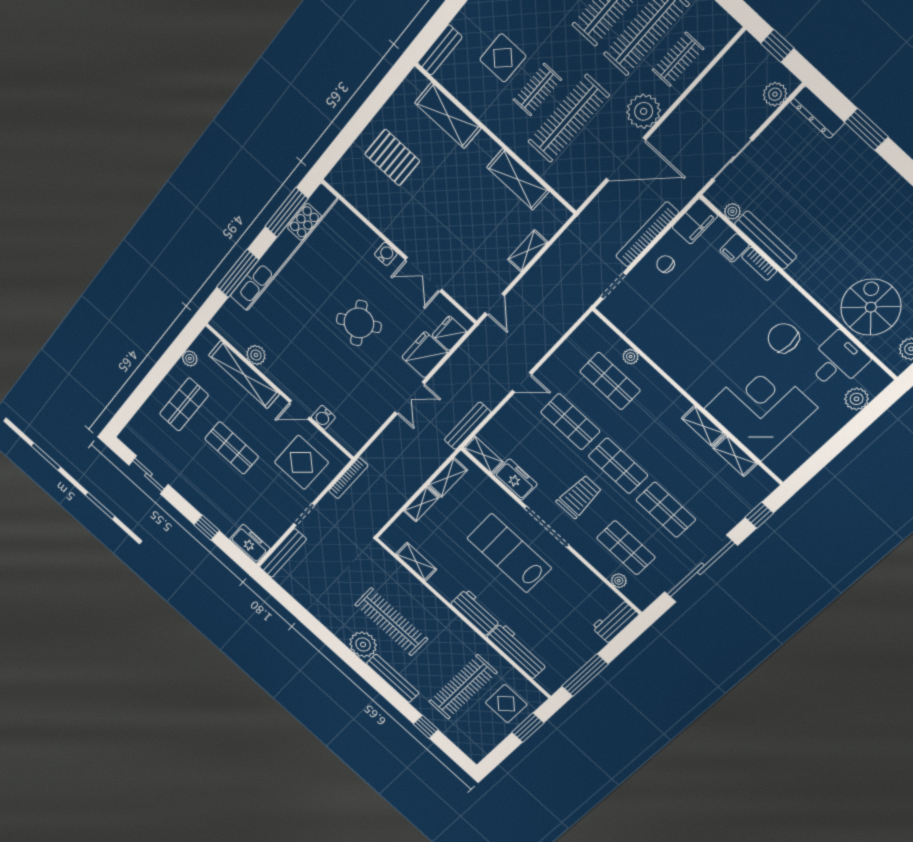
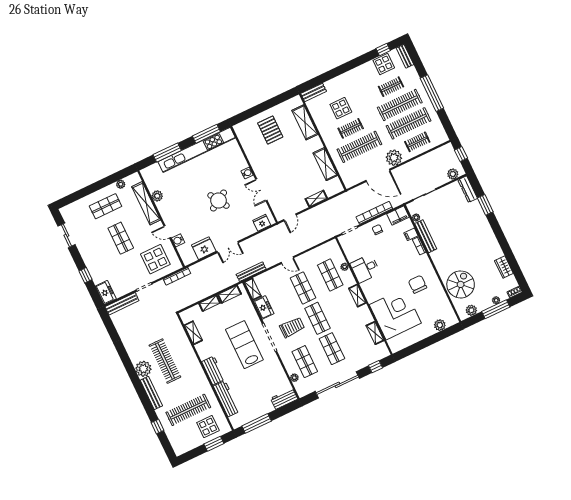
fridge: (425, 355) -> (204, 248), moved
desk: (837, 361) -> (365, 268), moved, turned 180
shelving: (703, 426) -> (357, 296), moved

